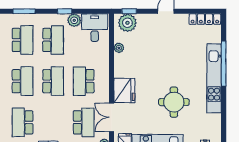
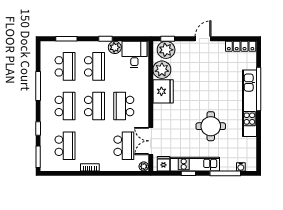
plant: (119, 48) -> (162, 70), width x1.88, depth x1.88
fridge: (124, 91) -> (163, 91), moved
school desk: (23, 122) -> (65, 146), turned 180

